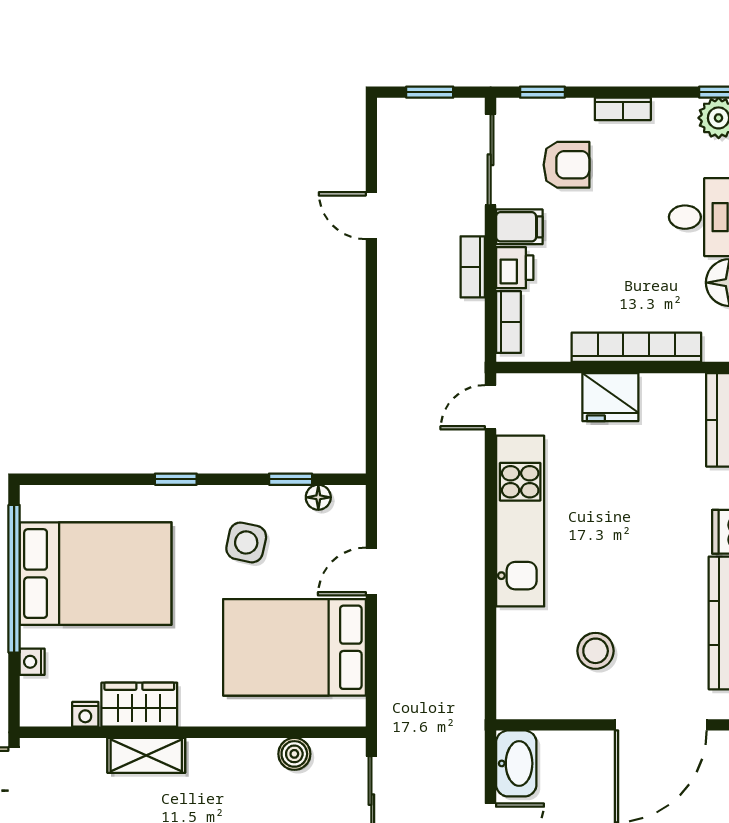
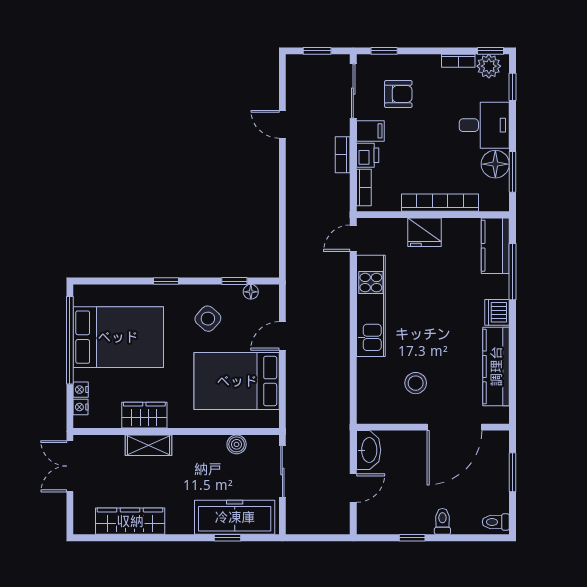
bookcase: (623, 109) -> (458, 61), moved
side table: (246, 542) -> (208, 319), turned 30
nightstand: (85, 714) -> (81, 407), moved, turned 90

